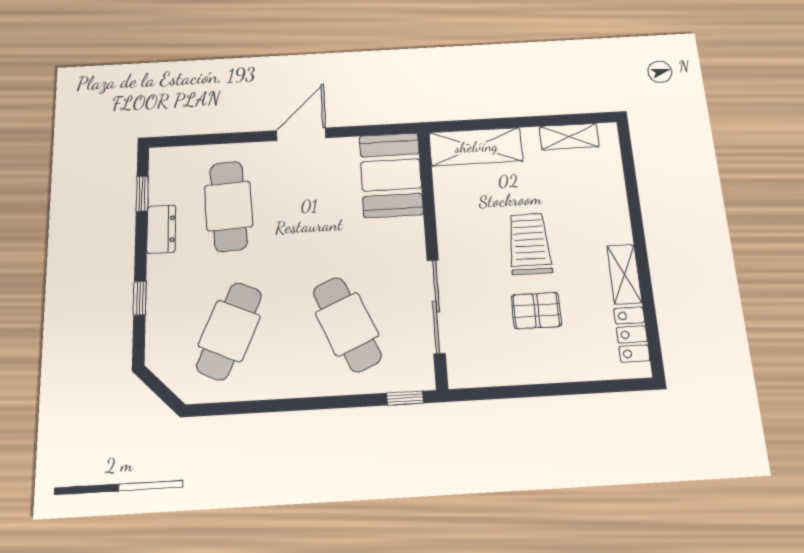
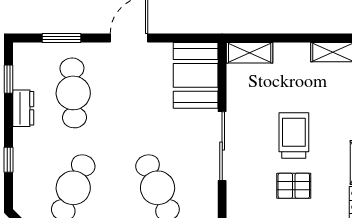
window: (213, 139) -> (62, 38), added
shelving: (476, 147) -> (250, 53), width x0.67, depth x0.75
sliding door: (436, 306) -> (222, 146), moved

